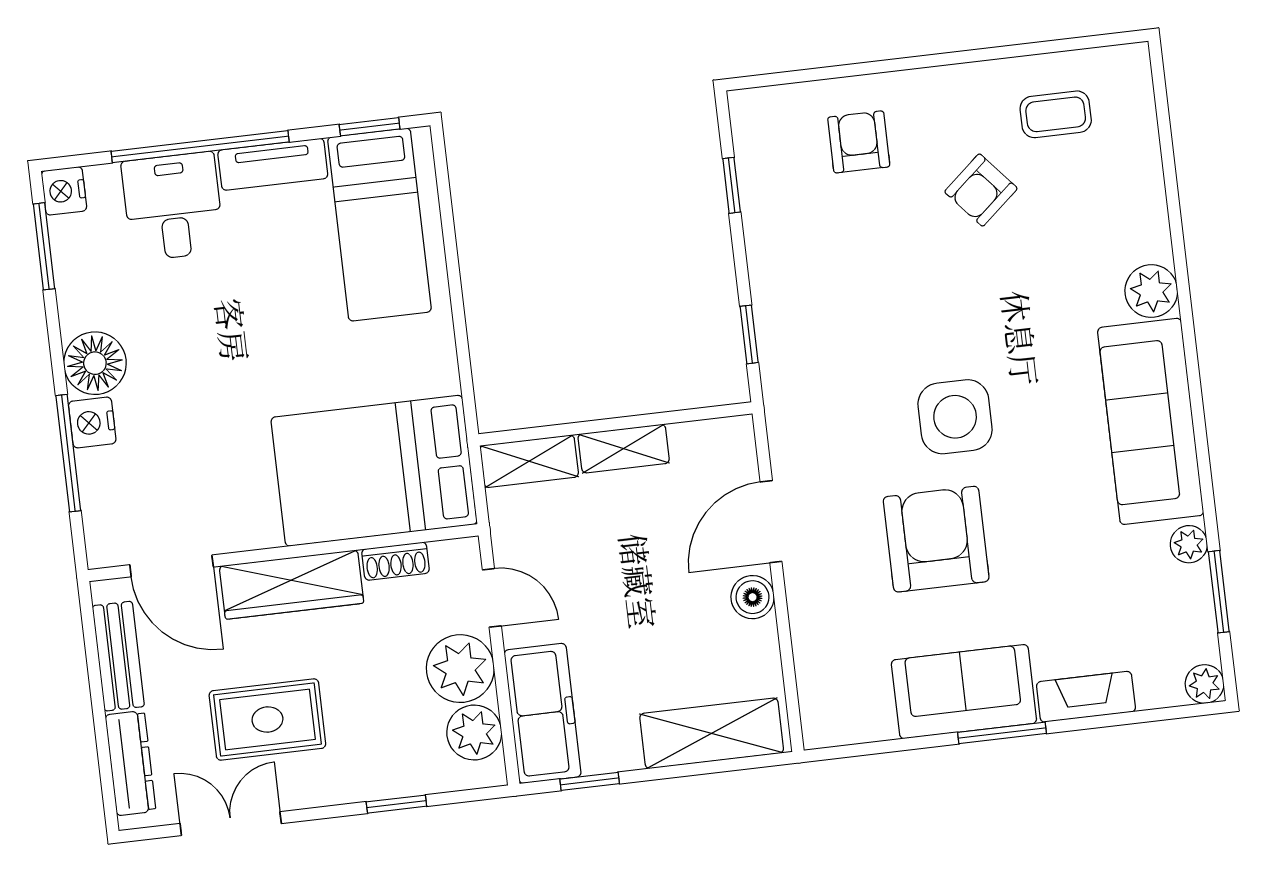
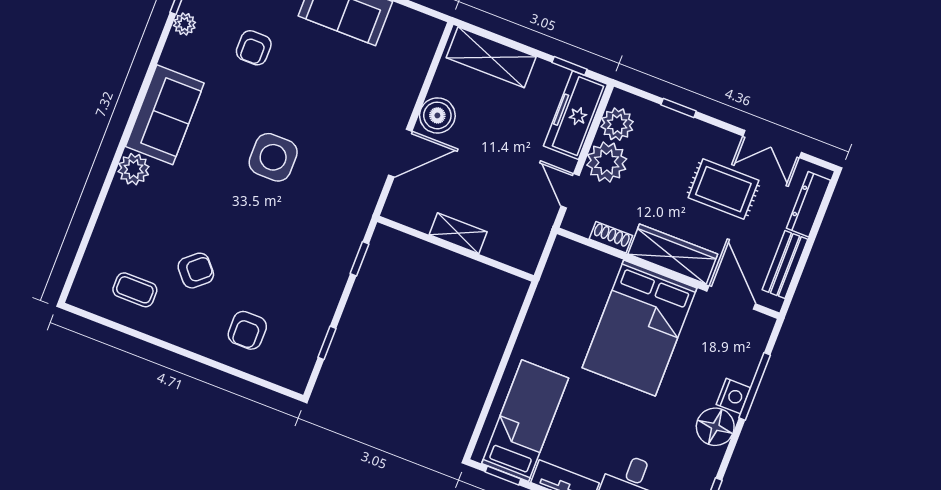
sofa: (1151, 421) -> (165, 115), width x0.73
shelving: (529, 461) -> (512, 253), removed
bed: (374, 471) -> (640, 328), moved, turned 90
armchair: (936, 539) -> (254, 48), moved, width x0.53, depth x0.53
boiler: (753, 597) -> (437, 115), width x1.36, depth x1.36

